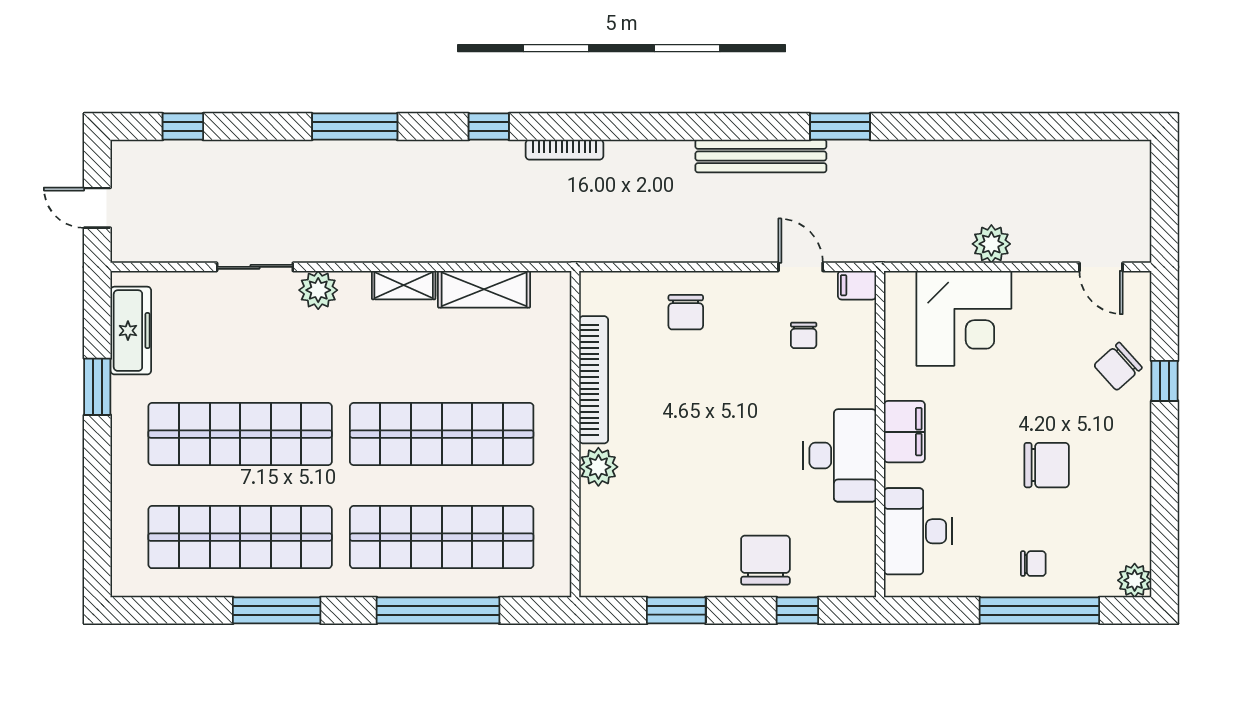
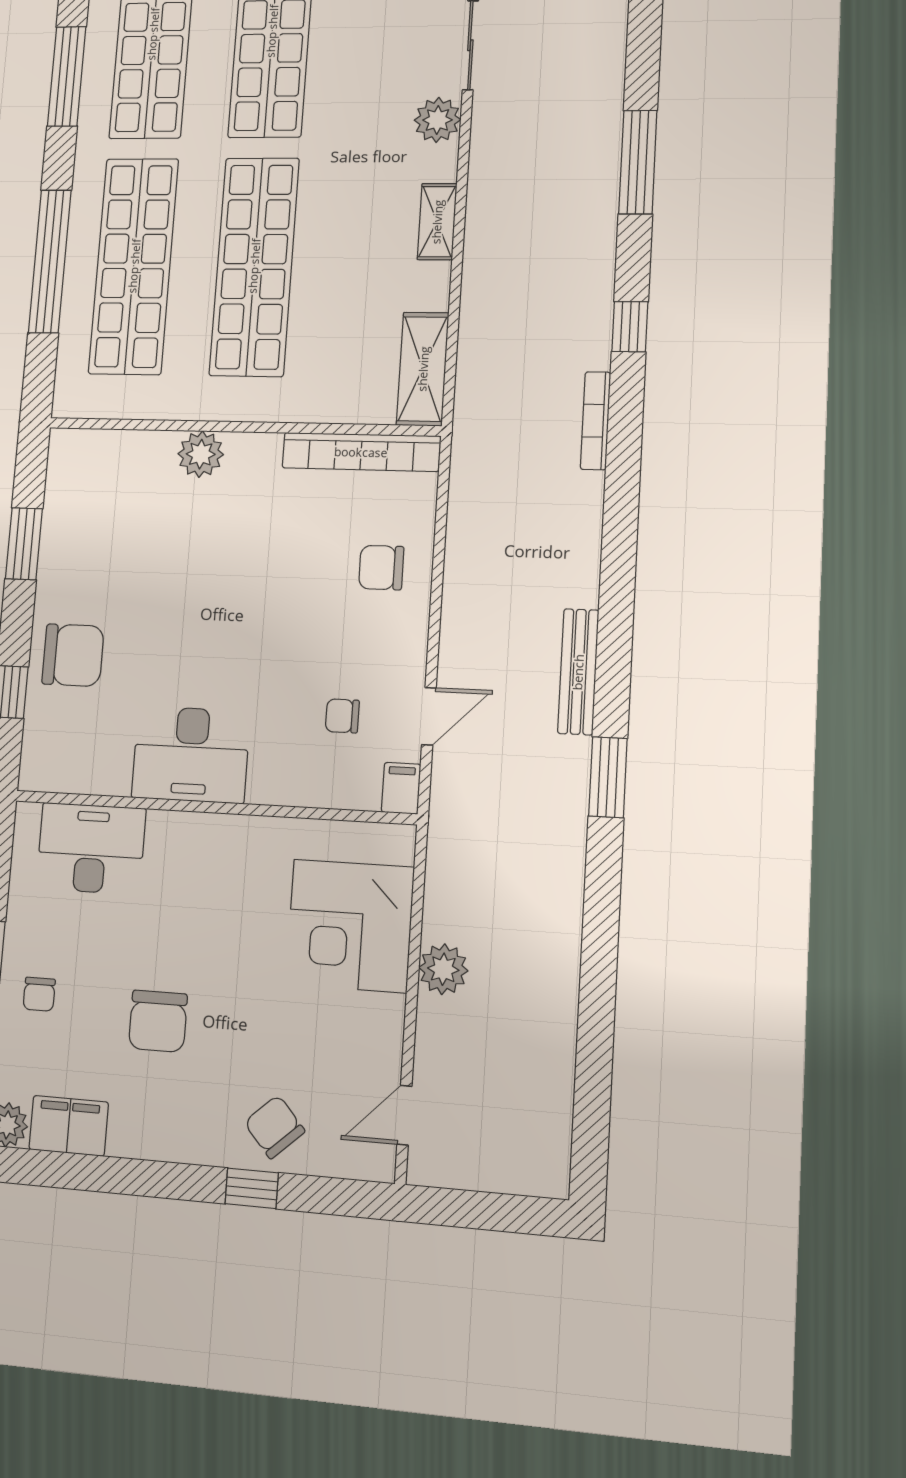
bench: (761, 156) -> (578, 672), width x0.73, depth x0.82
shelving: (484, 289) -> (423, 369), moved
bookcase: (594, 380) -> (361, 452), moved
filing cabinet: (904, 432) -> (69, 1126), moved, turned 180

